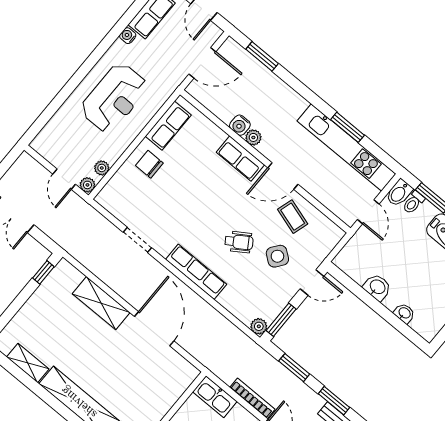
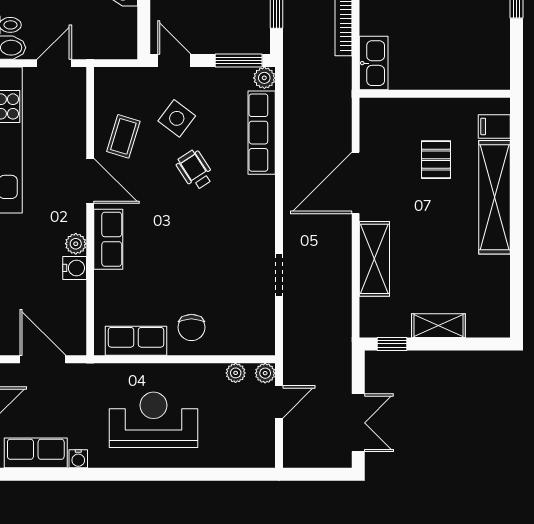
row of seats: (196, 272) -> (262, 133), moved
shelving: (28, 363) -> (438, 326), moved, turned 90
pallet: (129, 386) -> (436, 160), added

